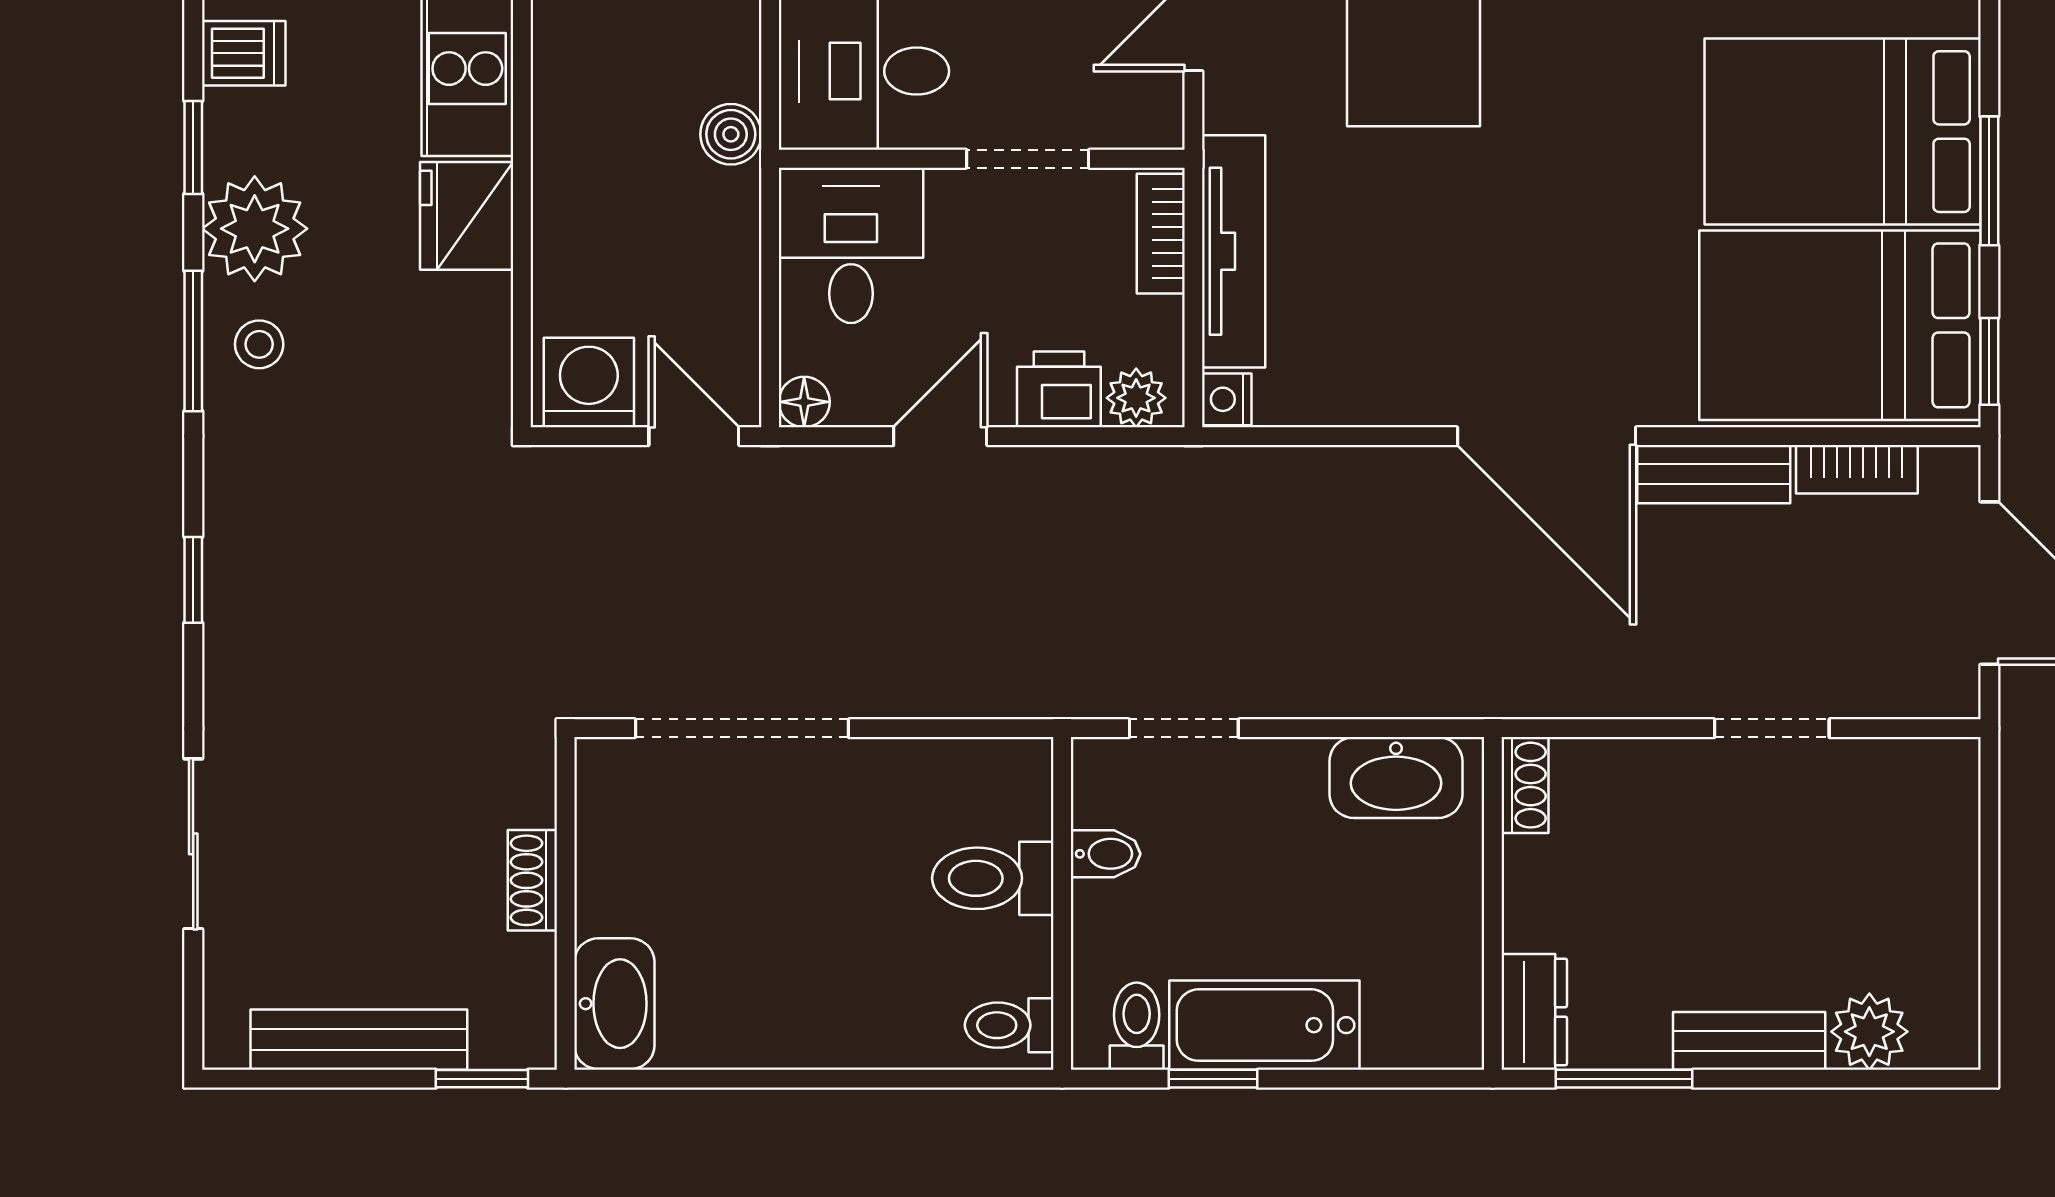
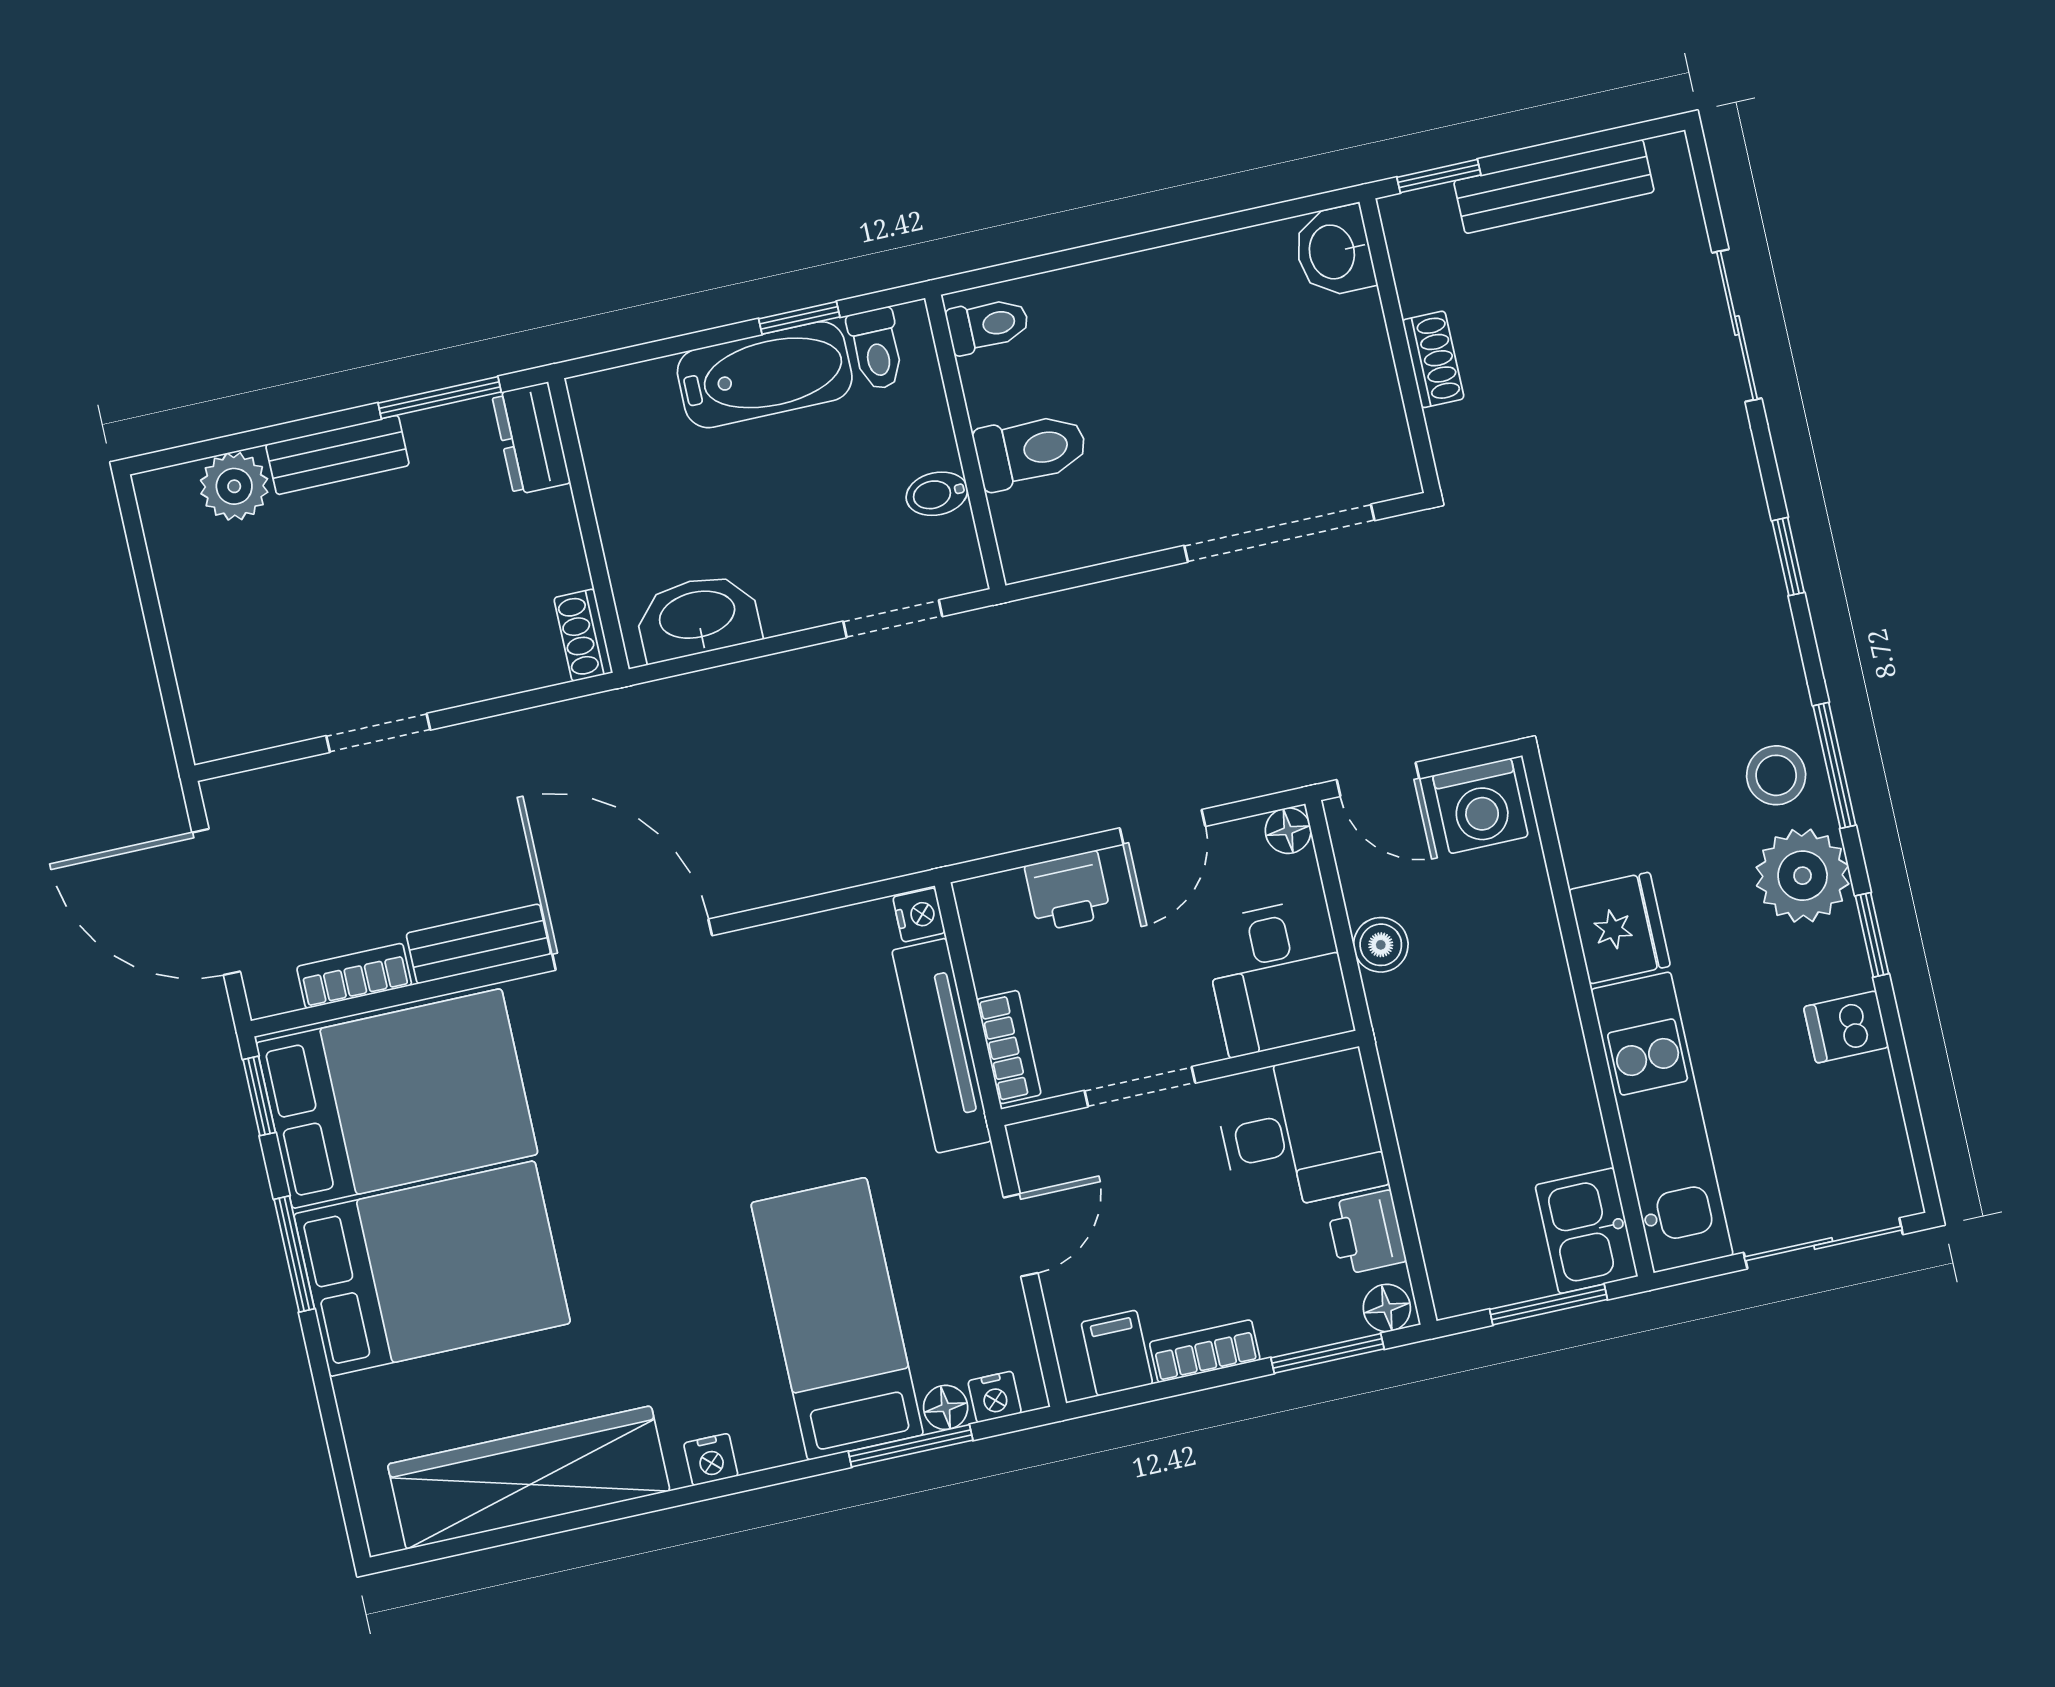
boiler: (731, 134) -> (1381, 945), moved
stool: (259, 344) -> (1776, 775), width x1.37, depth x1.37
plant: (1136, 398) -> (999, 899), removed
washbasin: (614, 1004) -> (1334, 251), width x0.72

